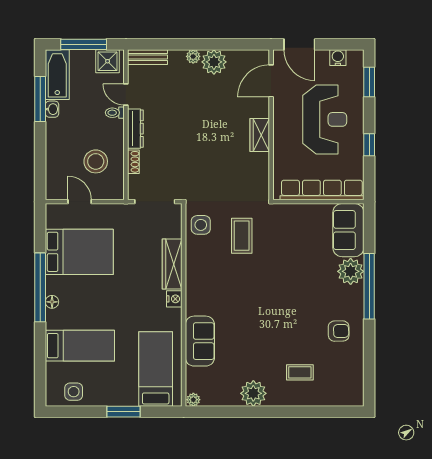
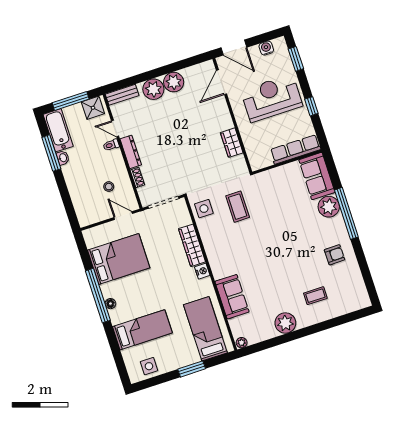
plant: (193, 56) -> (153, 89), width x1.88, depth x1.88
reception desk: (325, 119) -> (272, 98), turned -90
wardrobe: (260, 135) -> (232, 143), moved
stool: (96, 161) -> (109, 187), width x0.53, depth x0.53
row of seats: (322, 190) -> (295, 149), width x0.73
door: (80, 202) -> (123, 216), moved

